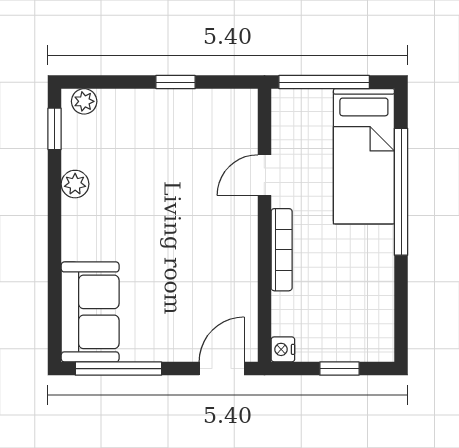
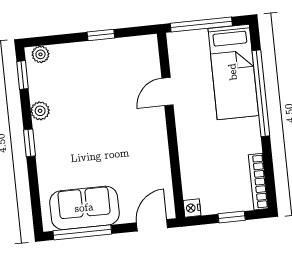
window: (55, 229) -> (29, 143), added
bookcase: (282, 250) -> (258, 182), moved, turned 180
sofa: (90, 312) -> (84, 208), moved, turned -90

